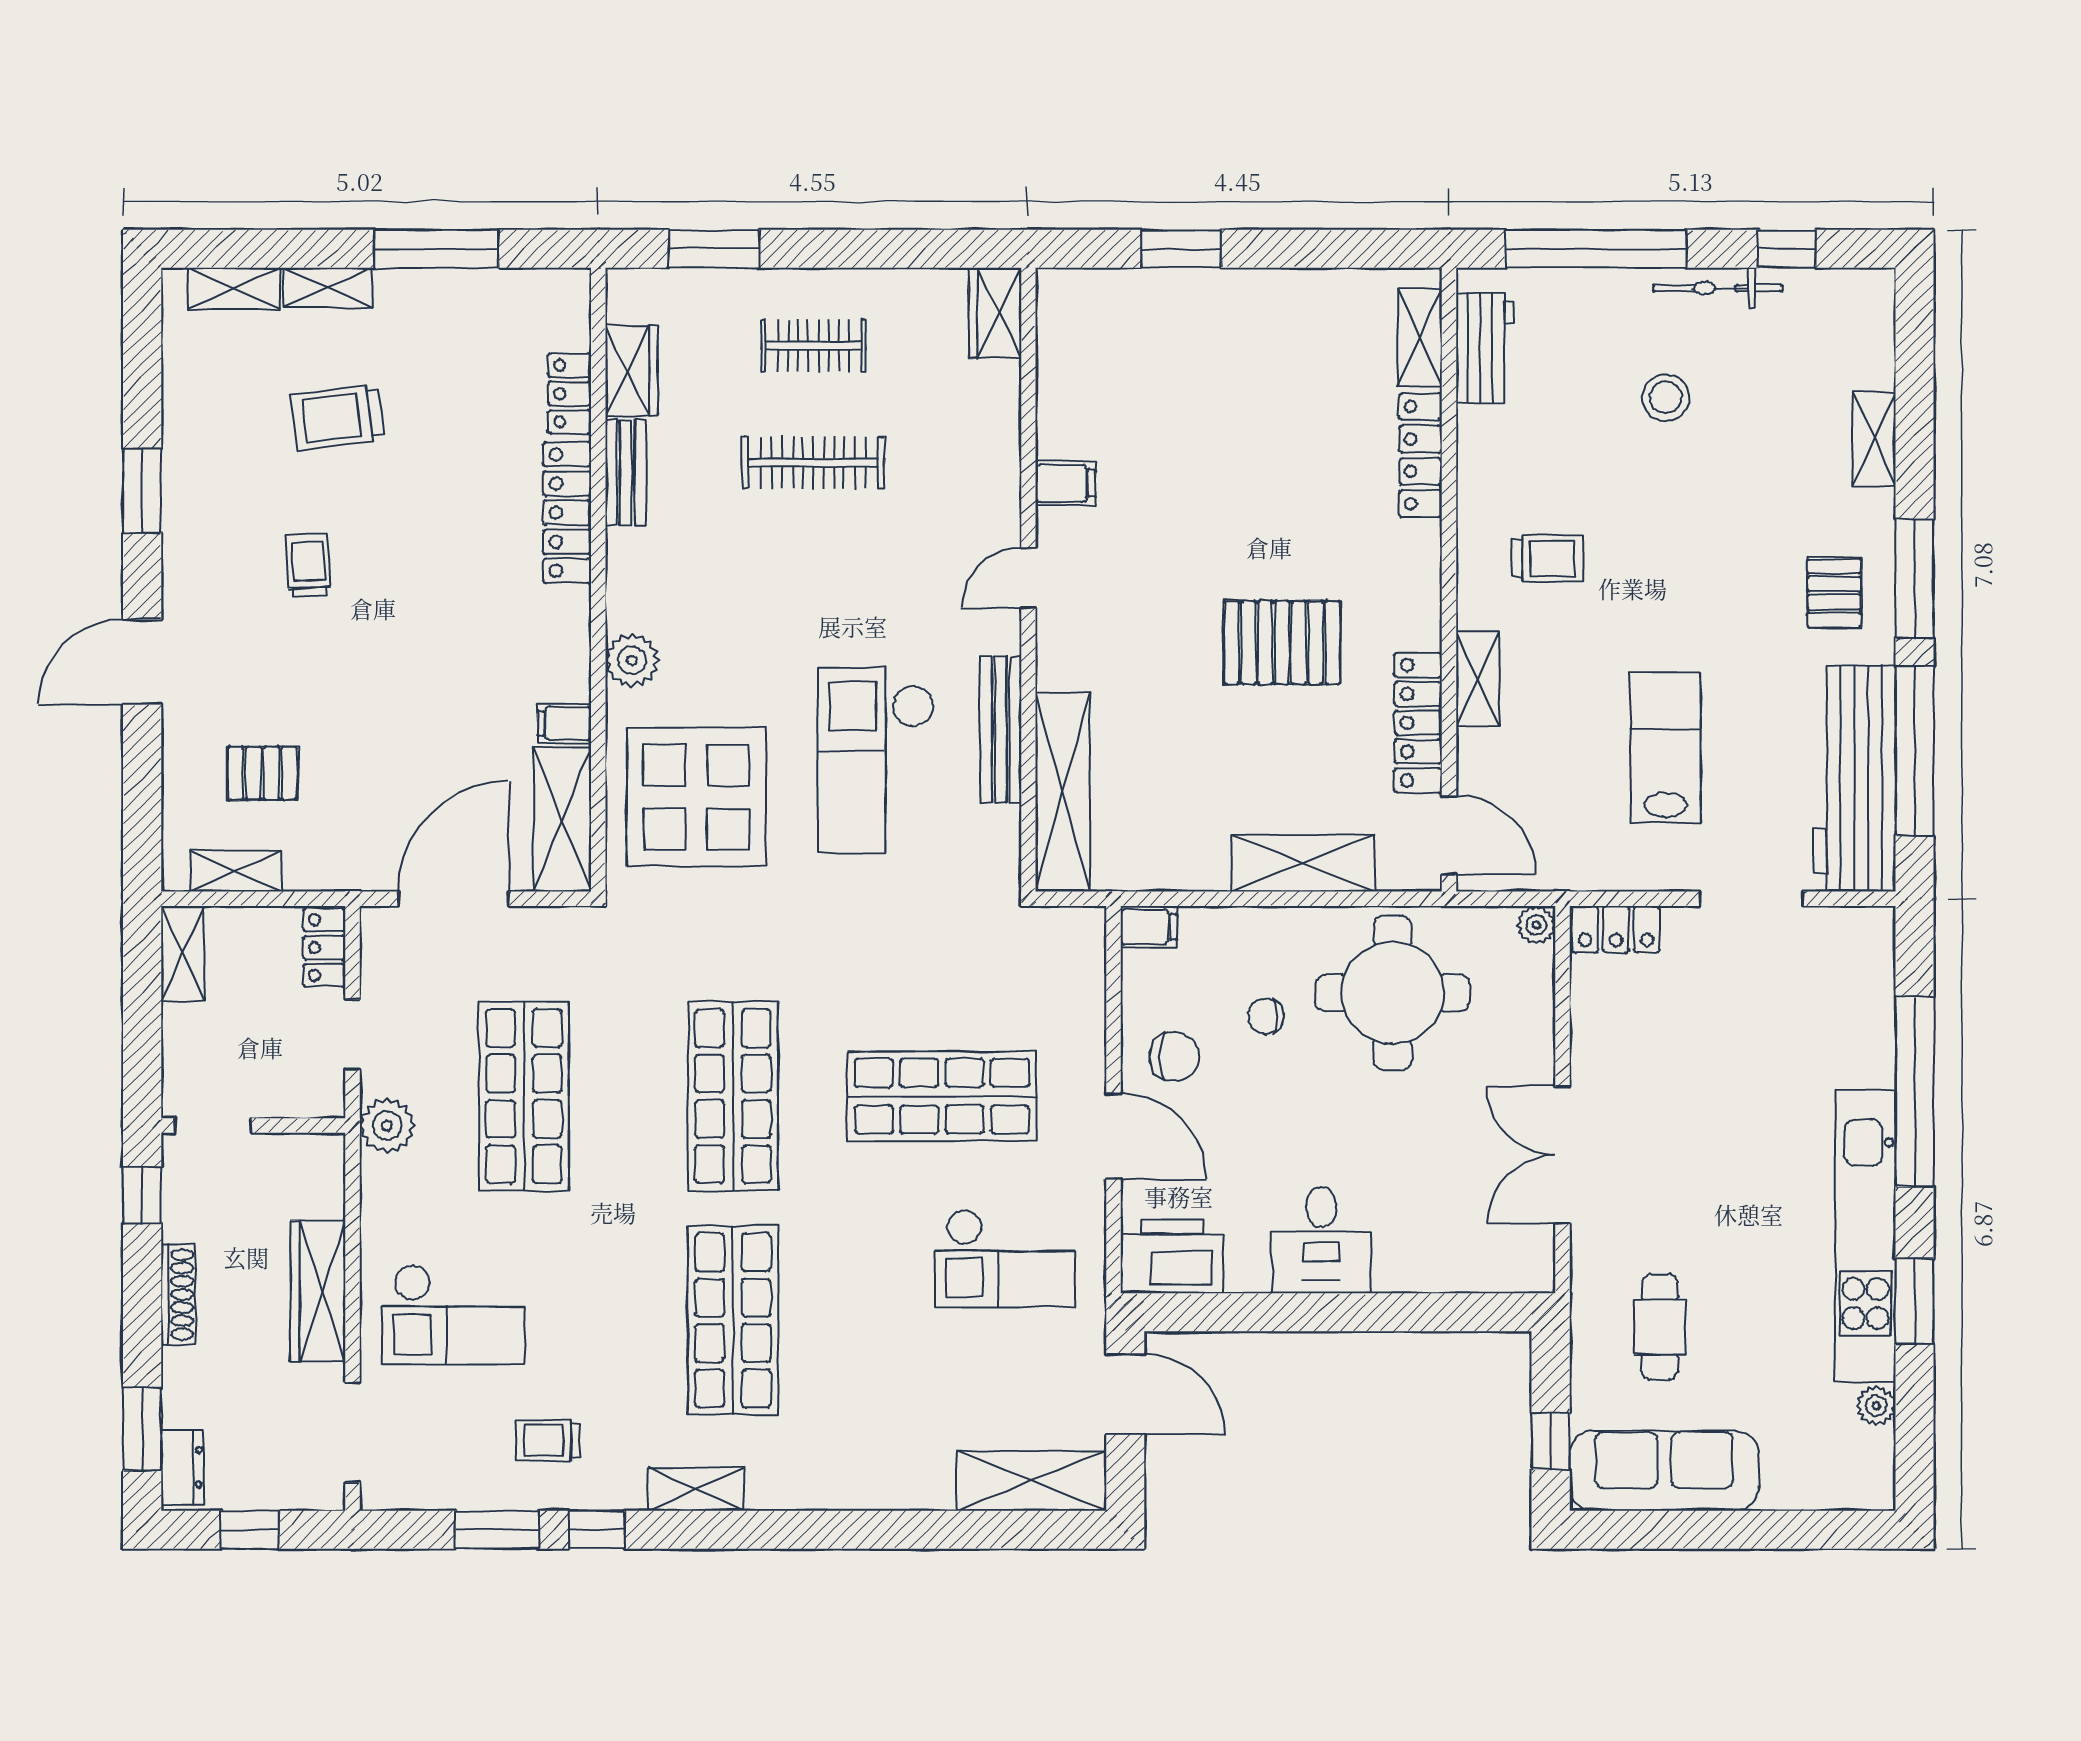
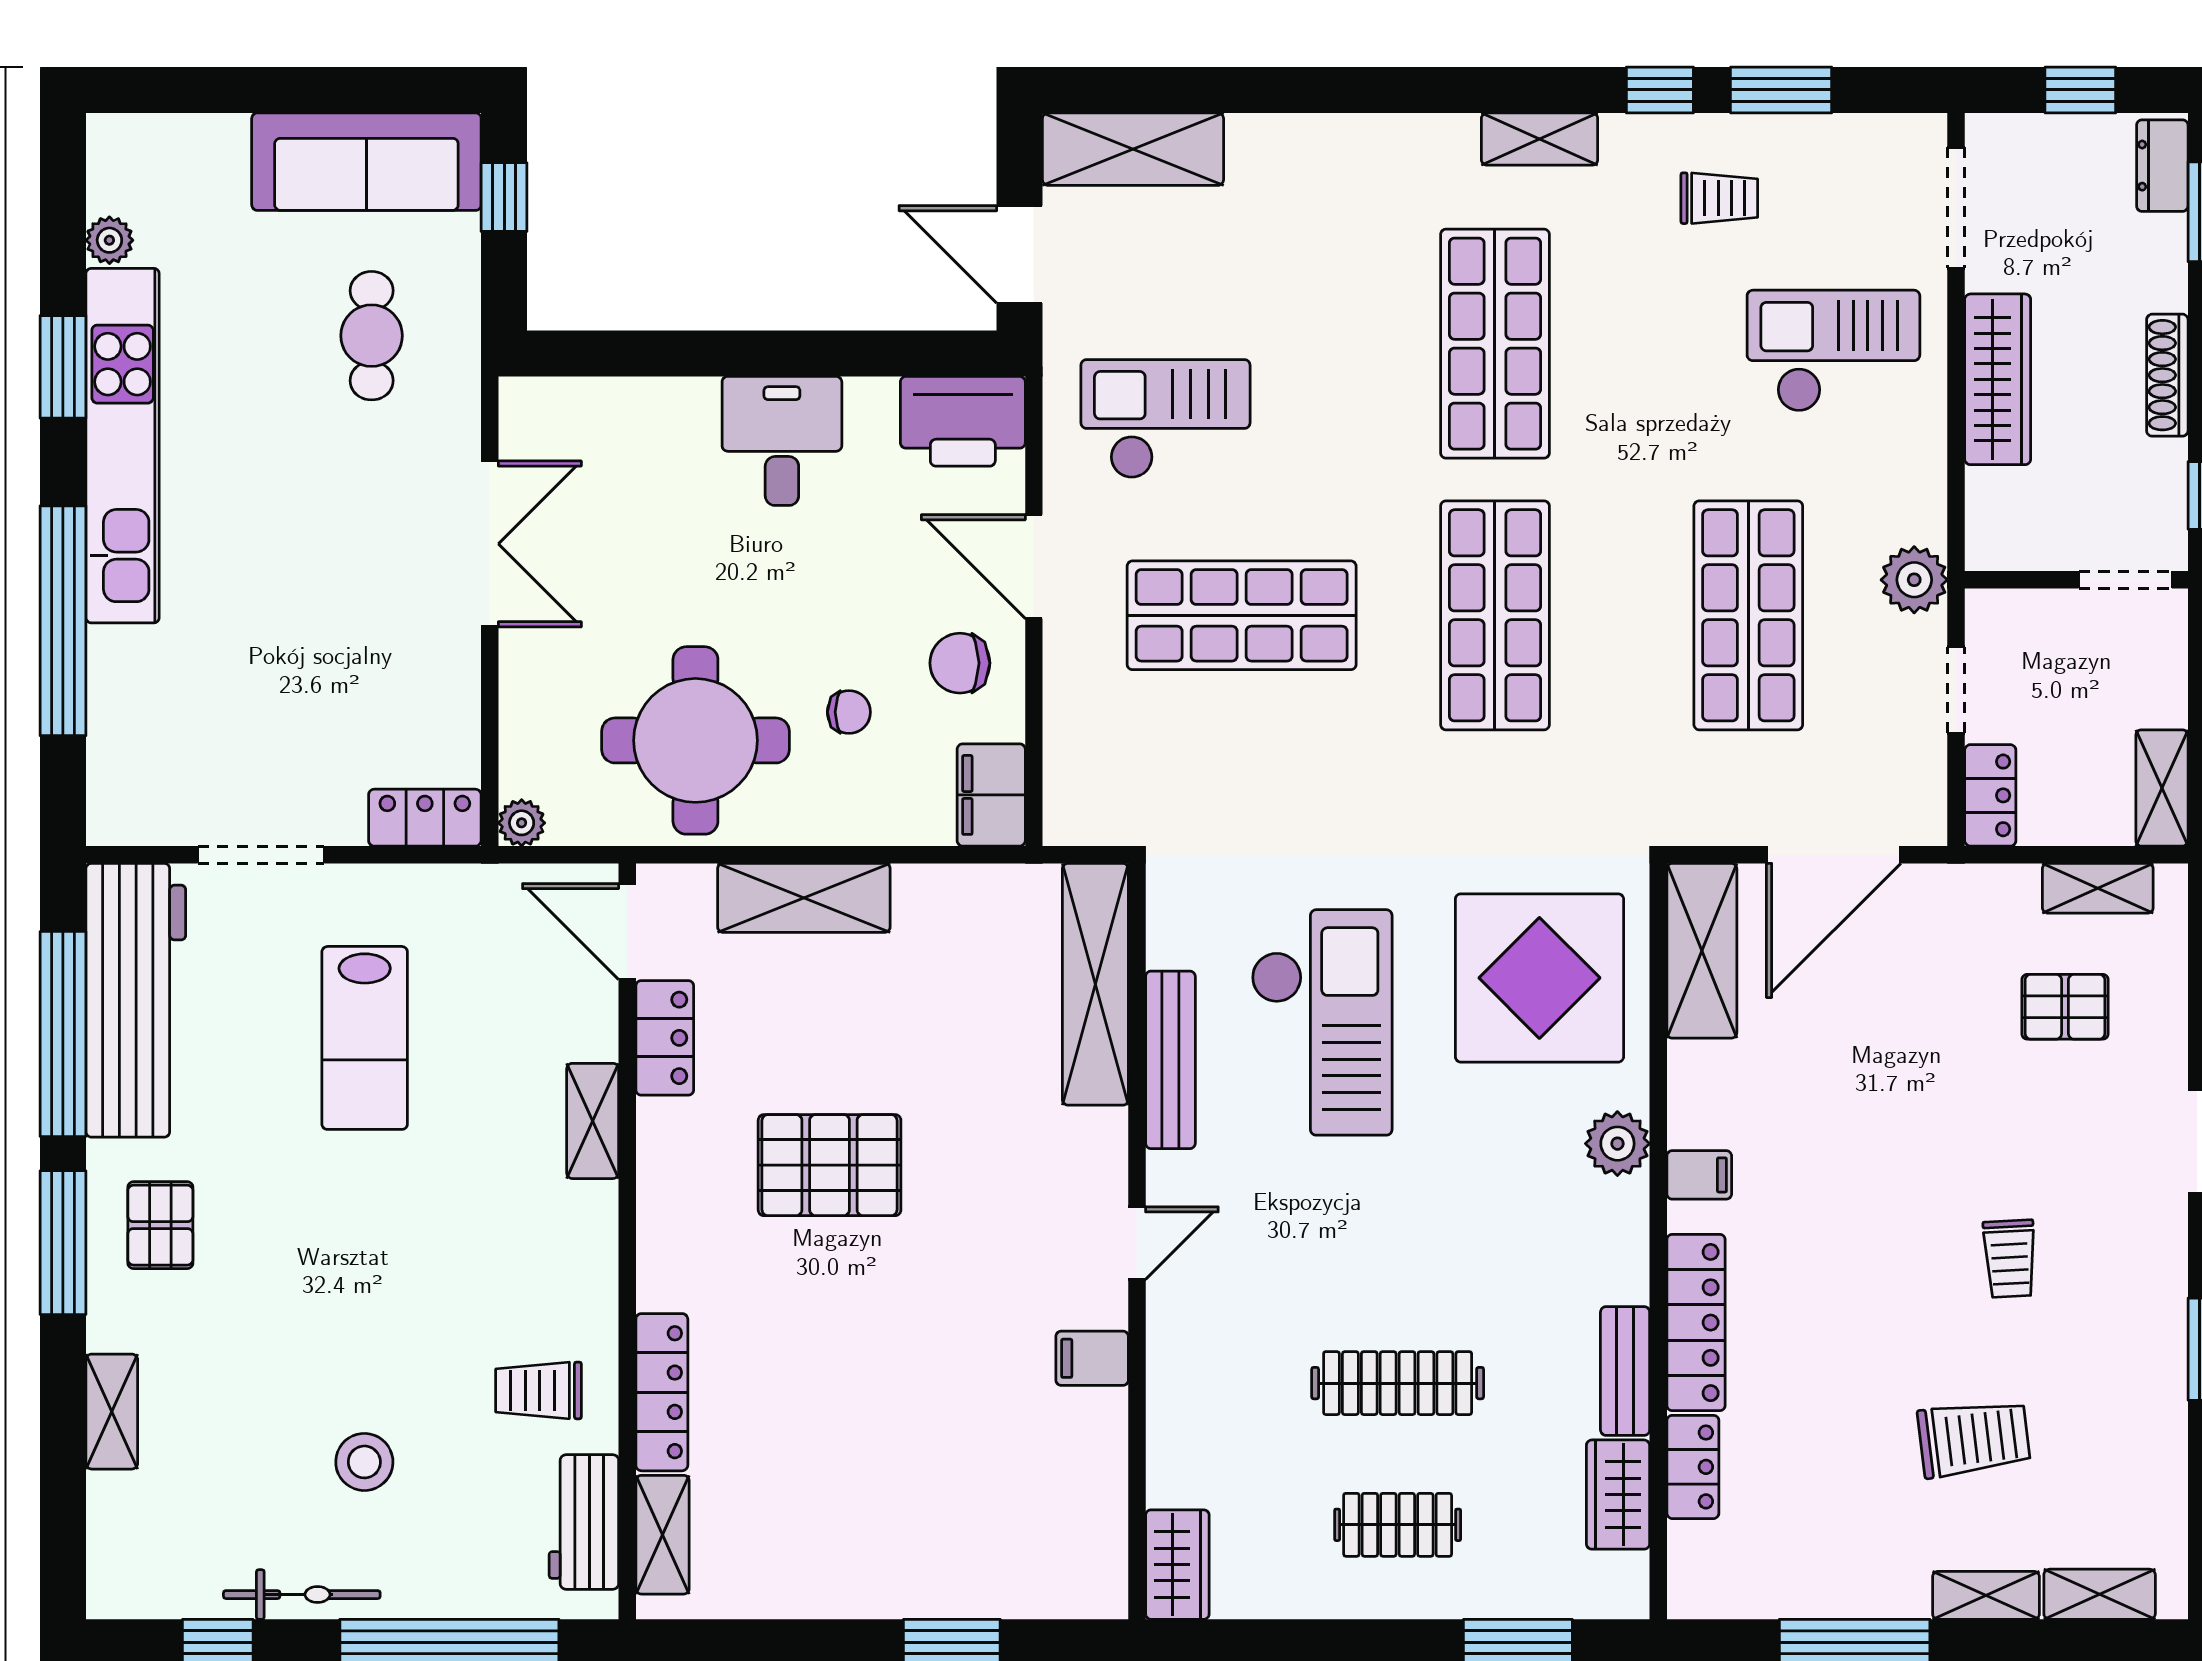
trolley: (1547, 559) -> (539, 1390), moved
filing cabinet: (564, 723) -> (1699, 1175), moved
locker: (1418, 723) -> (665, 1038), width x0.66
filing cabinet: (1149, 927) -> (991, 795), width x2.00

